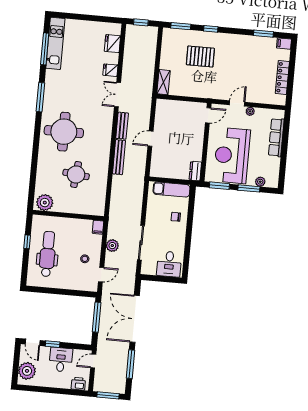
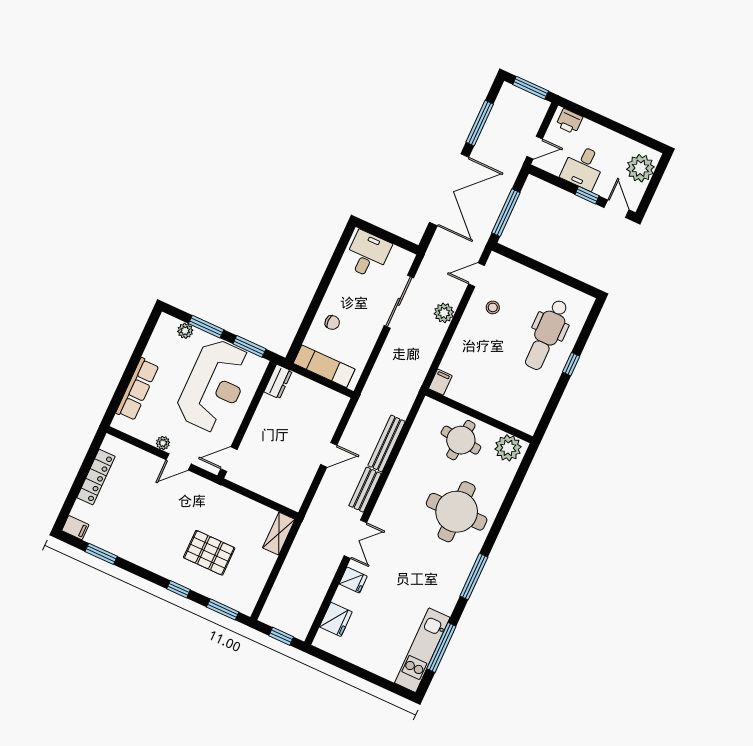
plant: (45, 203) -> (508, 448), moved
wall: (68, 215) -> (479, 416), moved
filing cabinet: (98, 227) -> (440, 382), moved

